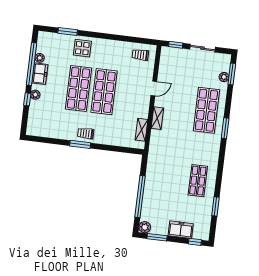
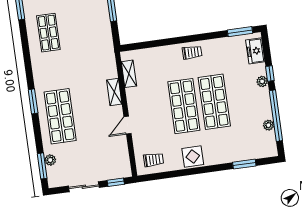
display table: (82, 48) -> (193, 156), moved
freezer: (40, 74) -> (255, 51), moved
window: (80, 144) -> (240, 32), moved

